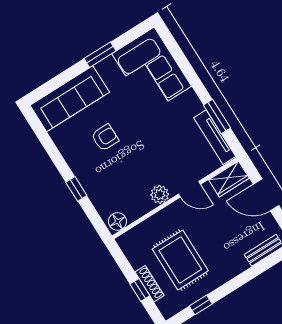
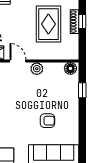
armchair: (105, 138) -> (47, 121), turned 180
window: (76, 189) -> (82, 90), moved

